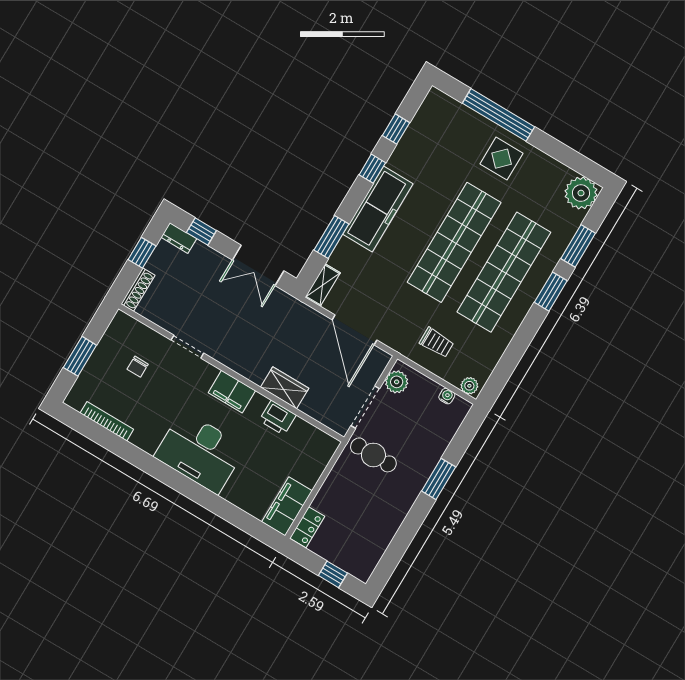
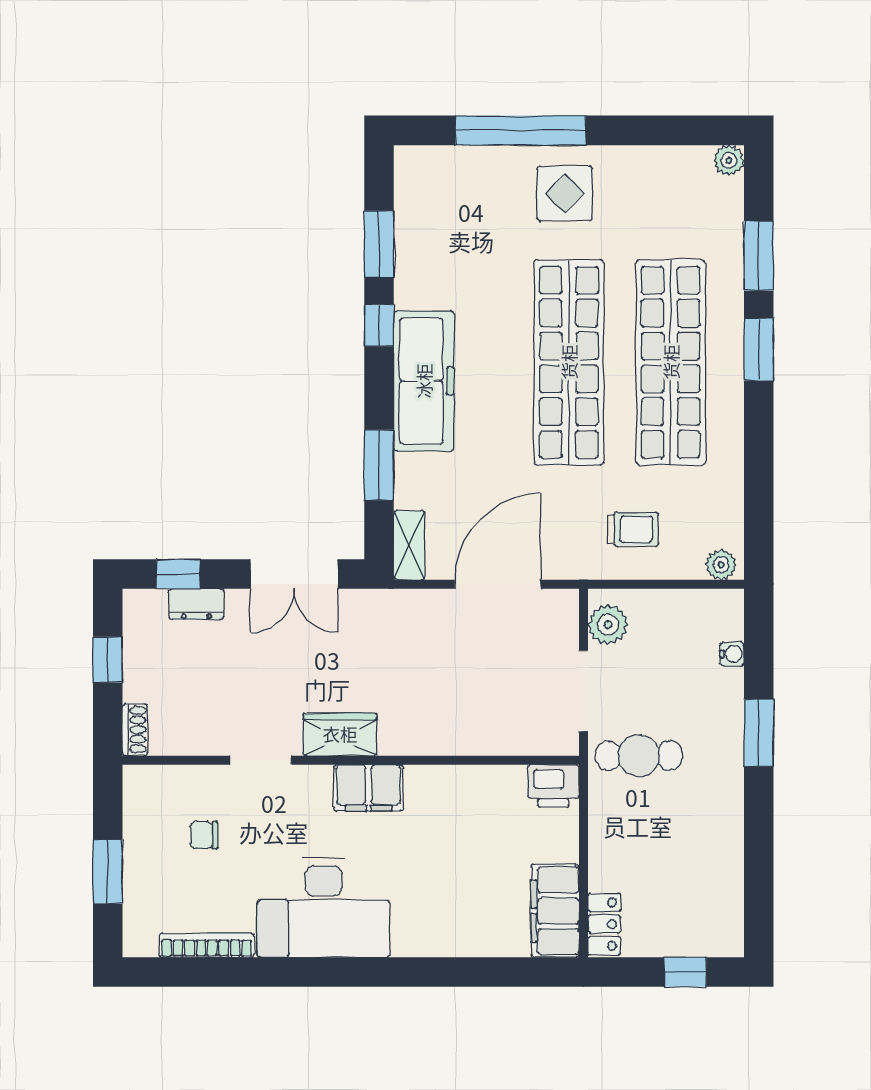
window: (396, 129) -> (379, 244), width x1.50
plant: (581, 193) -> (729, 160), width x0.53, depth x0.53
dresser: (179, 238) -> (196, 604), moved
shoe rack: (138, 290) -> (135, 730), width x0.70
door: (355, 330) -> (498, 584), swing flipped
chair: (138, 367) -> (204, 835), turned 90
wardrobe: (285, 388) -> (340, 734), moved
water cooler: (447, 396) -> (732, 654), moved, turned 90
printer: (278, 418) -> (553, 786), moved
desk: (200, 452) -> (324, 908), moved

